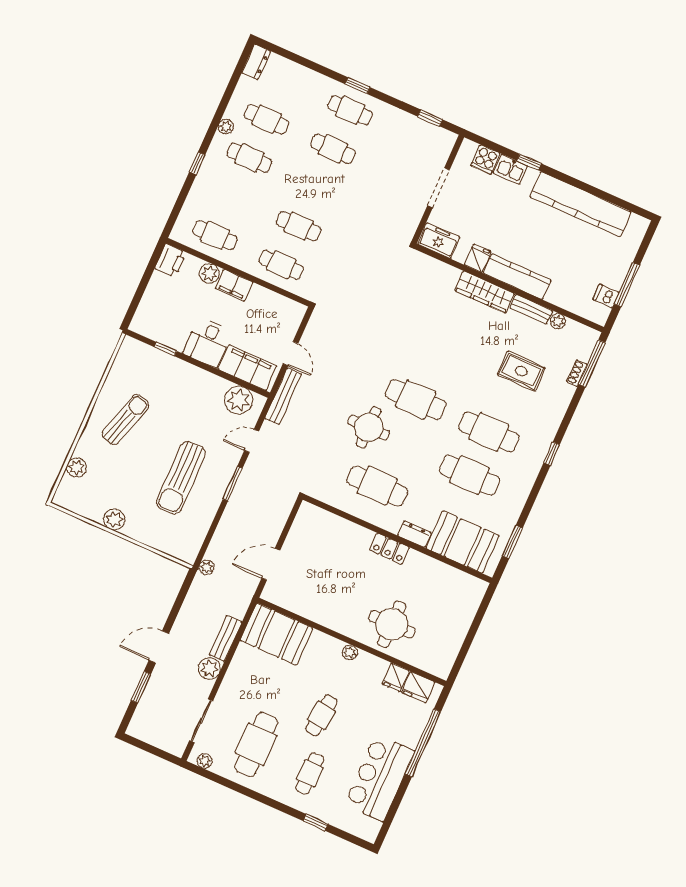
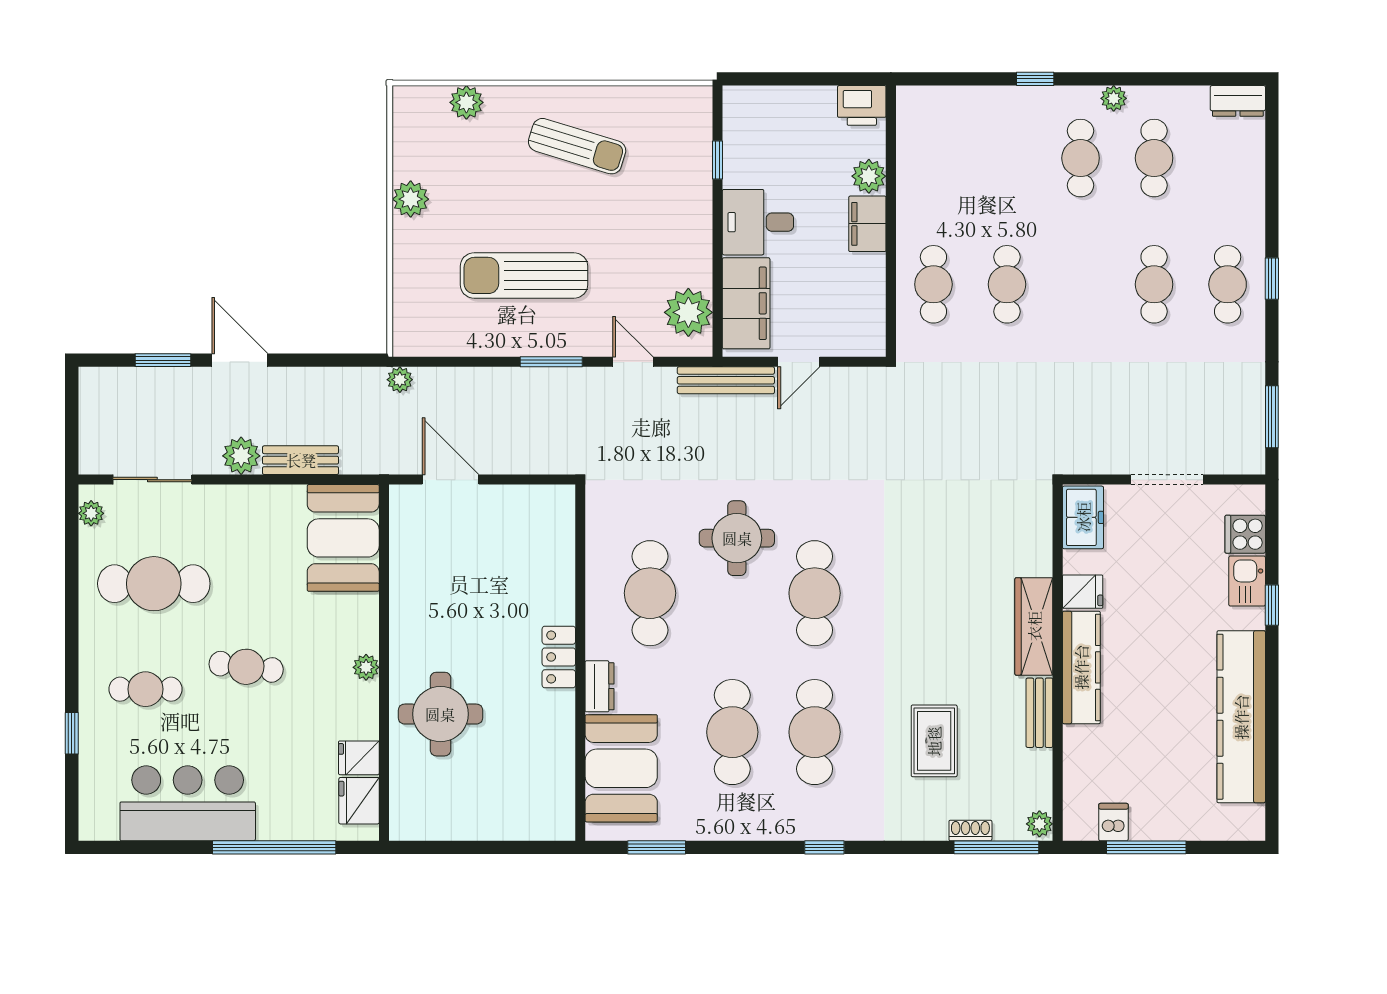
window: (430, 118) -> (1272, 417), width x1.50
cafe table: (215, 235) -> (933, 158), removed
plant: (558, 321) -> (1039, 824), moved

